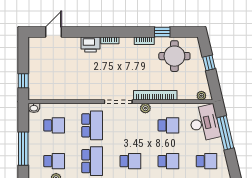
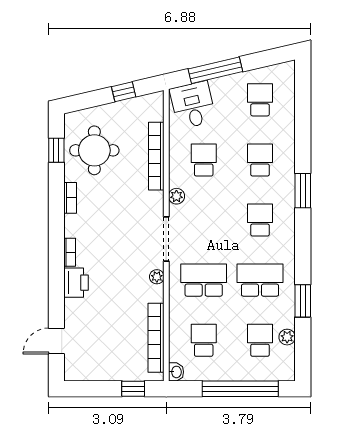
door: (54, 32) -> (56, 341), hinge flipped
window: (162, 32) -> (56, 150), moved
window: (209, 63) -> (124, 92), moved
bookcase: (56, 95) -> (156, 338), added
bookcase: (155, 95) -> (156, 156), moved
plant: (201, 96) -> (157, 277), moved
desk: (204, 123) -> (193, 105), width x0.73
window: (23, 149) -> (240, 389), width x1.46

